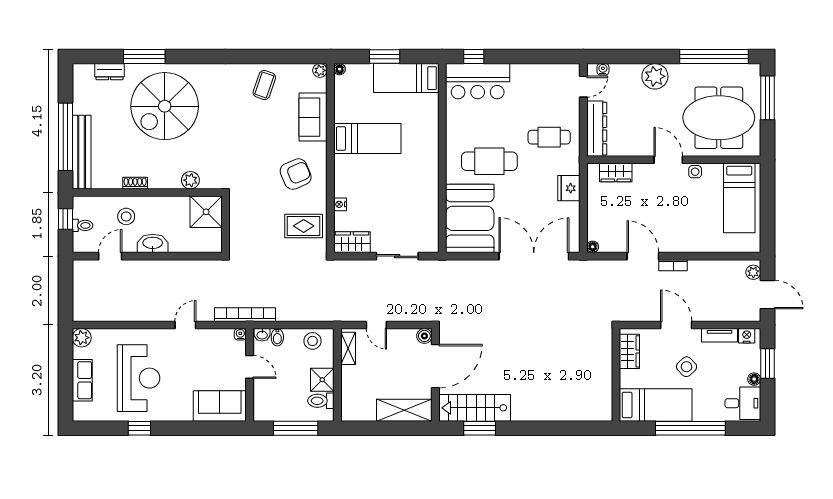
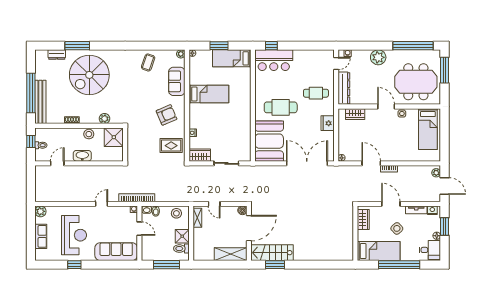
stool: (126, 216) -> (89, 134), moved
sofa: (220, 406) -> (116, 252), width x1.36

